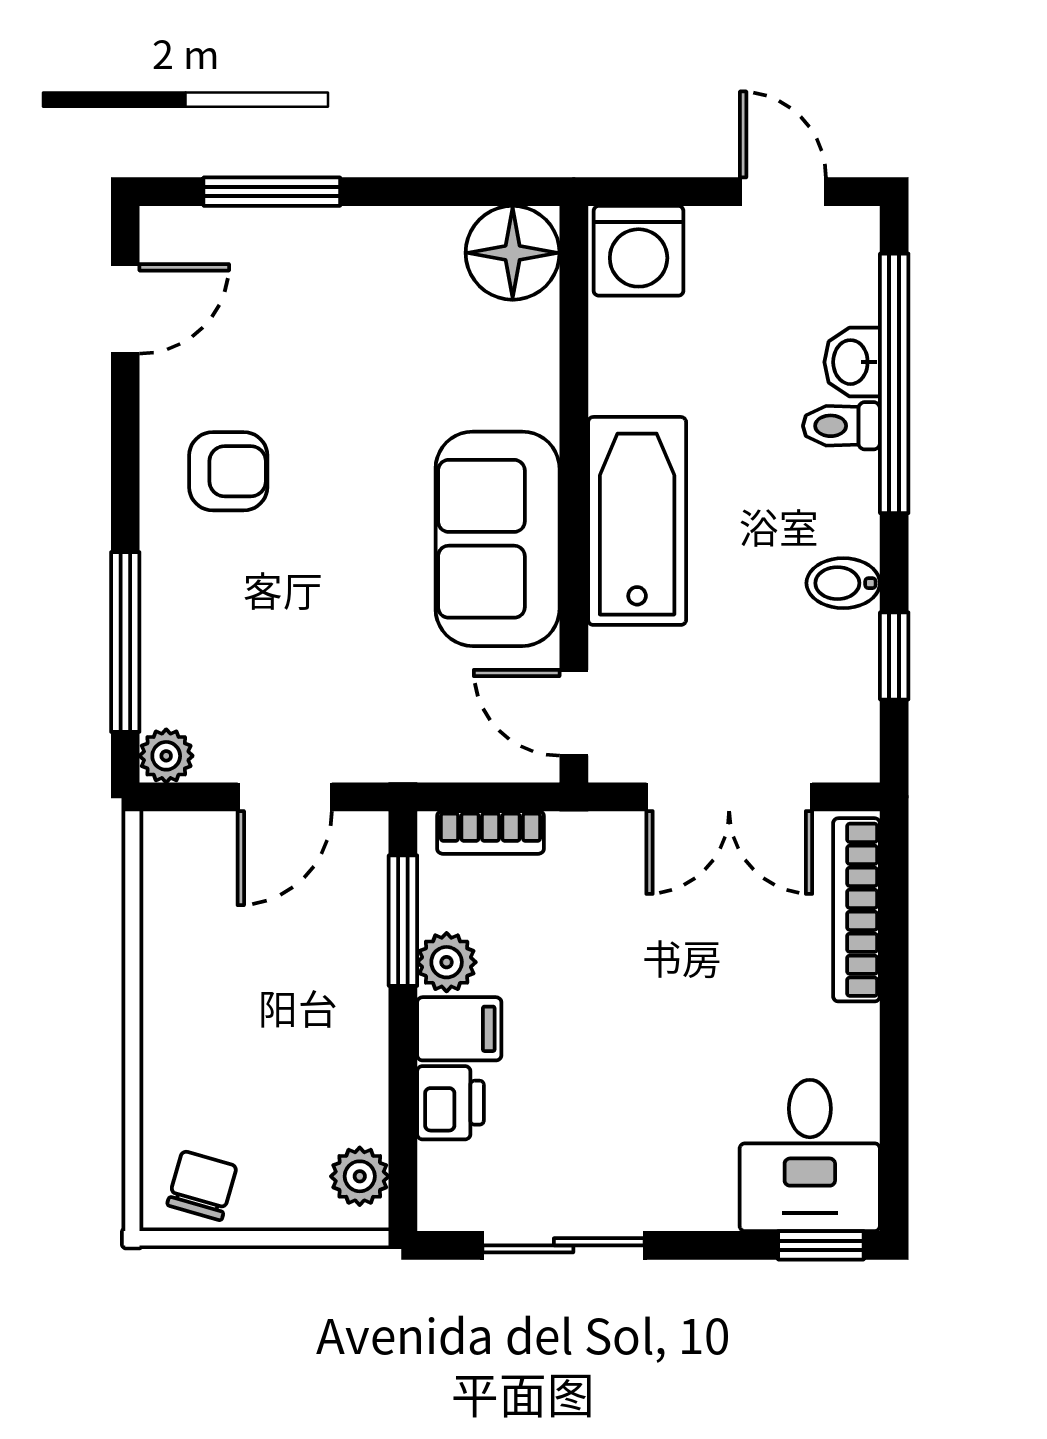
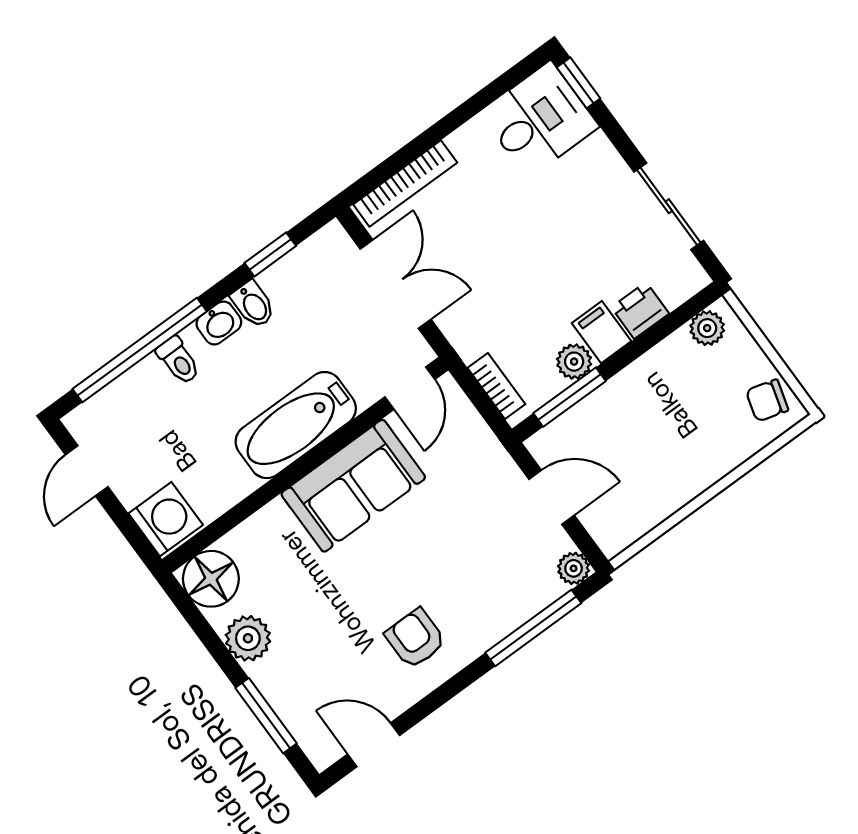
plant: (395, 244) -> (248, 638), added
washbasin: (852, 362) -> (219, 323), moved

